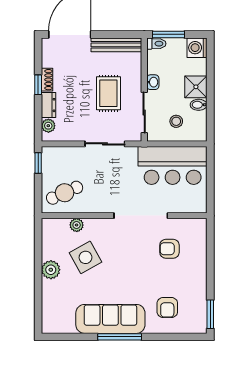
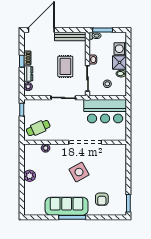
washing machine: (197, 48) -> (120, 49), moved
armchair: (169, 249) -> (103, 163), removed
side table: (85, 257) -> (79, 172), moved

